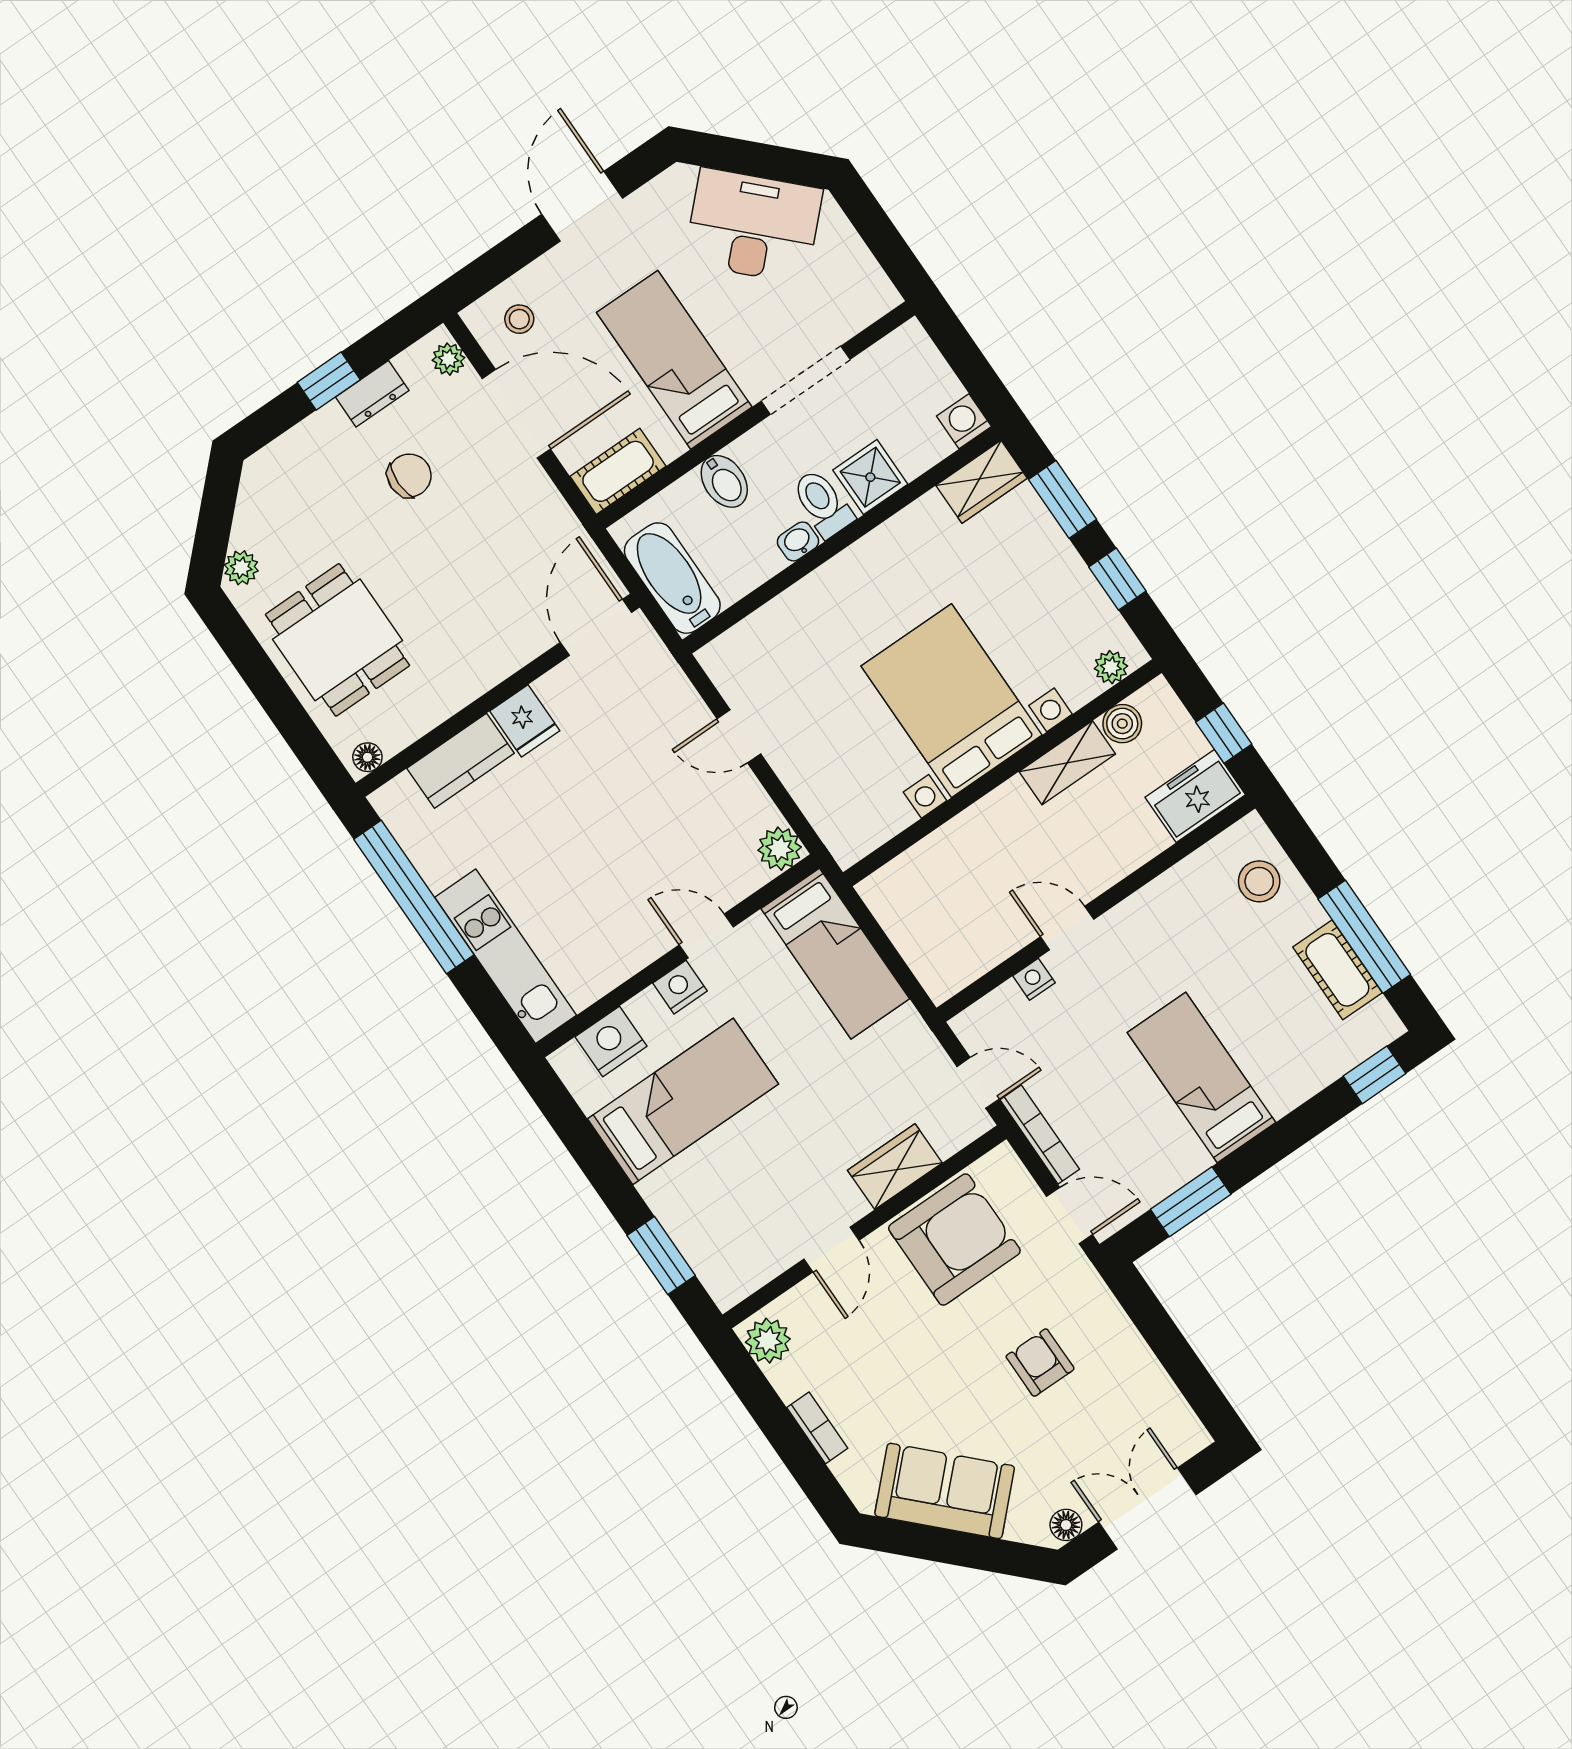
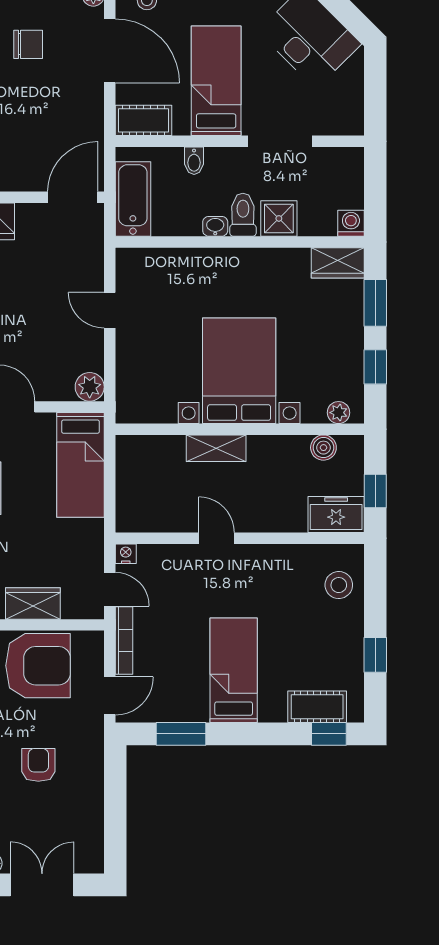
bidet: (724, 481) -> (194, 161), width x0.72, depth x0.74
shelving: (1067, 763) -> (216, 448), moved
window: (1364, 937) -> (375, 655), width x0.46
cot: (1337, 970) -> (317, 707), moved, turned 90
nightstand: (1034, 979) -> (126, 554), moved
door: (1070, 1216) -> (110, 696), hinge flipped

